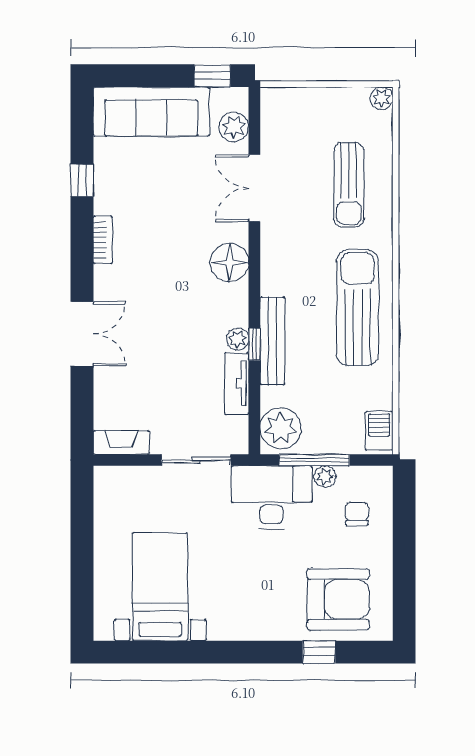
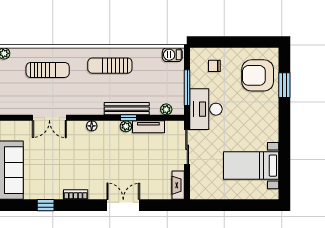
plant: (234, 127) -> (18, 128), removed
floor lamp: (229, 263) -> (92, 126), width x0.53, depth x0.53
sun lounger: (358, 308) -> (110, 66), width x0.73, depth x0.75
plant: (281, 428) -> (166, 109), width x0.53, depth x0.53
plant: (325, 476) -> (195, 82), removed
armchair: (338, 599) -> (258, 75), turned -90
window: (319, 652) -> (284, 85), width x1.50

